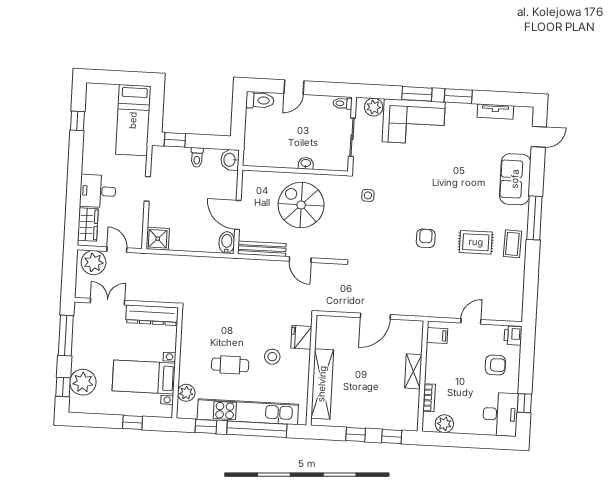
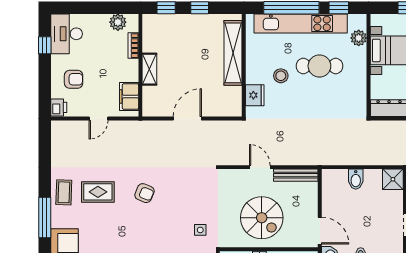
door: (238, 215) -> (320, 231), moved
armchair: (426, 238) -> (144, 193), turned -68
bidet: (227, 243) -> (356, 179), moved
filing cabinet: (437, 336) -> (129, 97), width x2.00
cafe table: (230, 365) -> (319, 66), width x1.37, depth x1.35
armchair: (495, 365) -> (74, 79), turned 180

